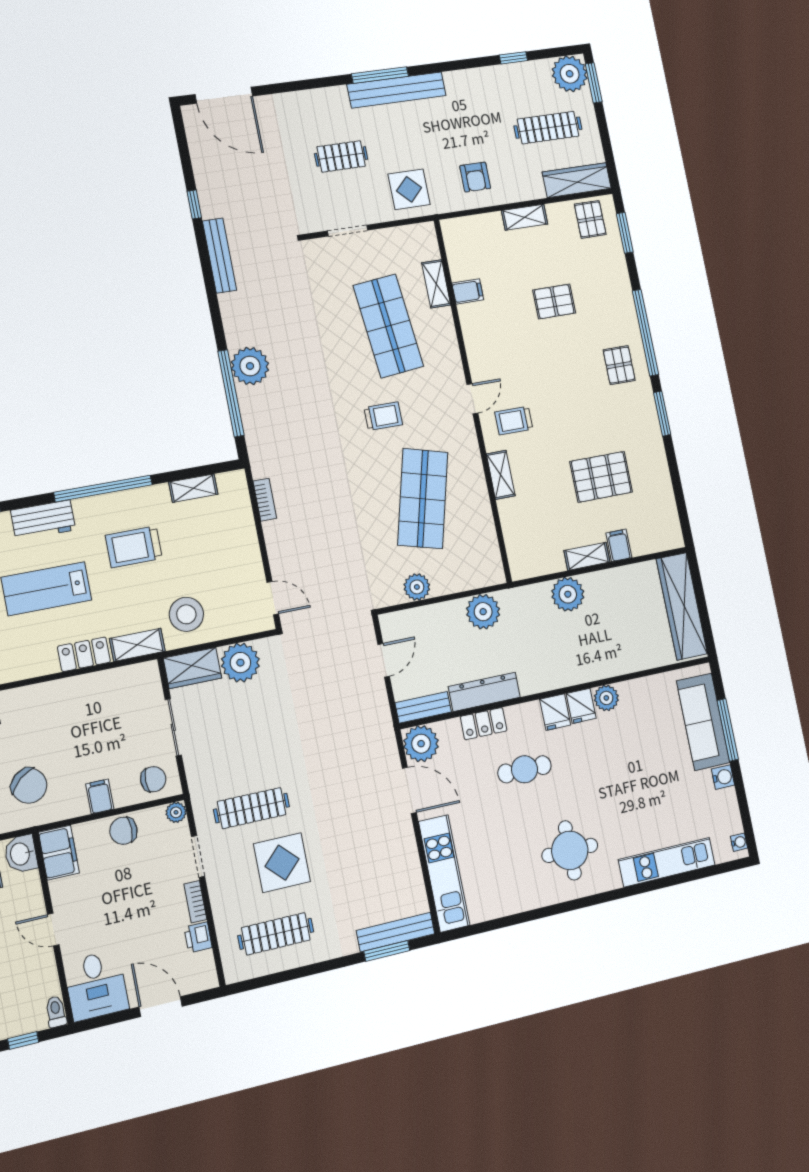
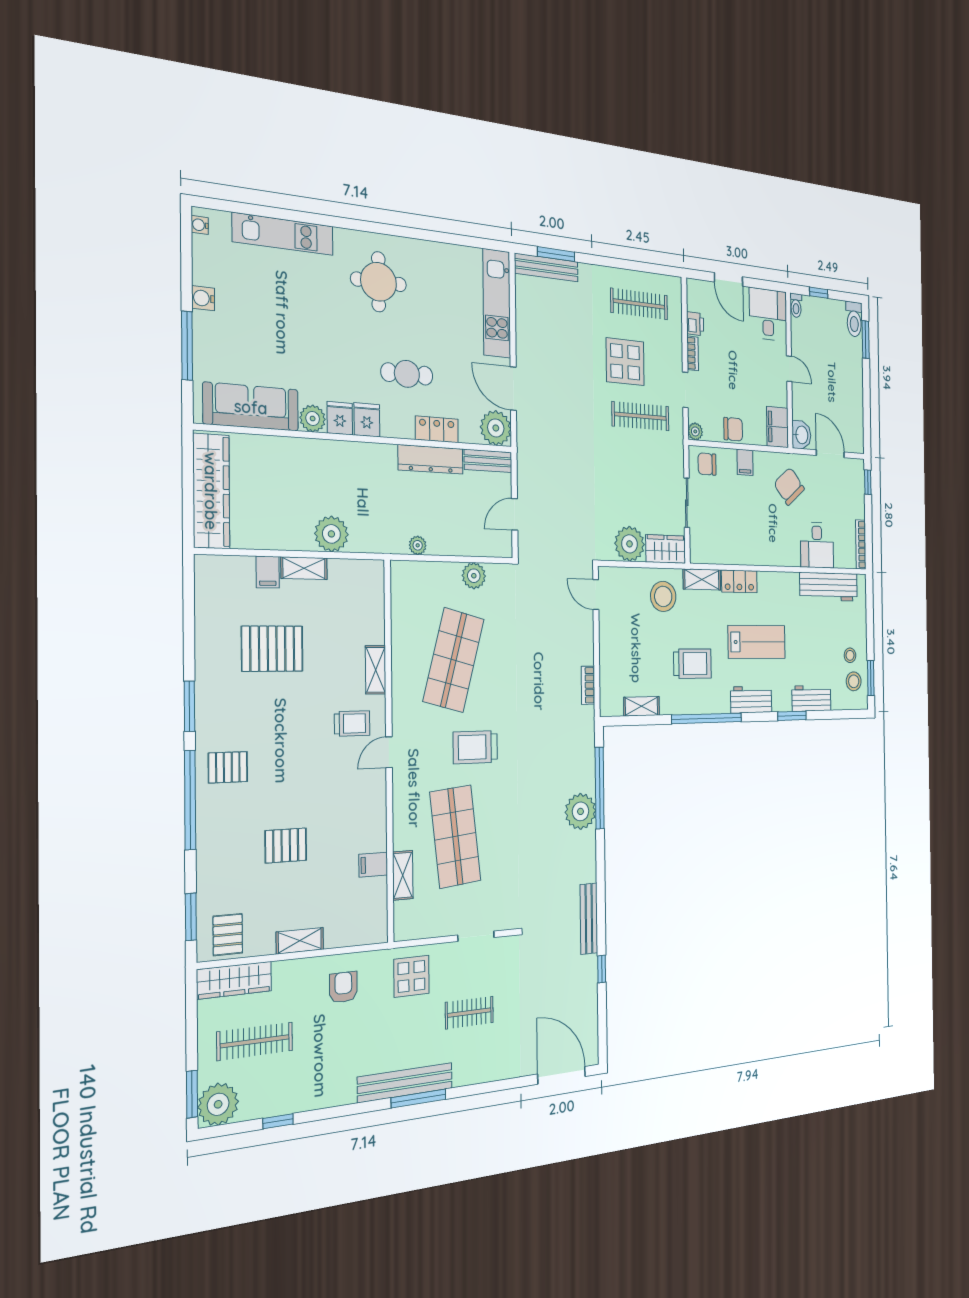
pallet: (619, 365) -> (228, 767), turned 90
trolley: (383, 416) -> (475, 747), width x1.36, depth x1.39
plant: (483, 612) -> (418, 545), width x0.53, depth x0.53
sofa: (703, 722) -> (251, 407), moved, turned -90

